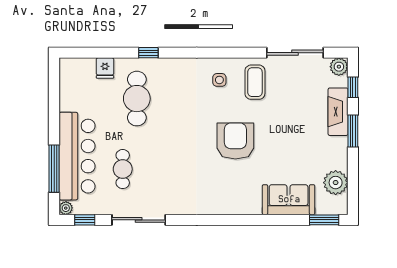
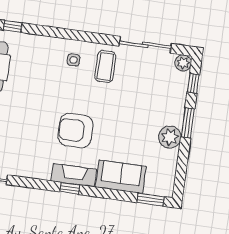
fireplace: (338, 112) -> (74, 175), moved, turned 90
armchair: (235, 141) -> (75, 131), moved, turned -90
plant: (336, 183) -> (170, 137), moved
window: (235, 220) -> (70, 188), added

